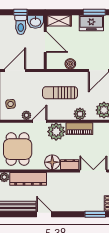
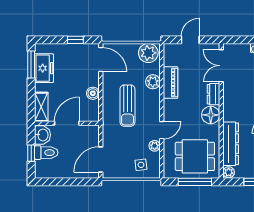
door: (15, 70) -> (101, 160), hinge flipped
door: (40, 121) -> (162, 130), swing flipped
plant: (56, 132) -> (174, 110), removed

